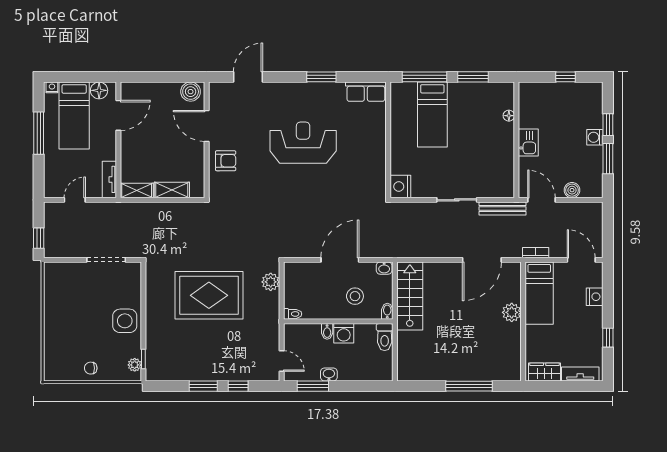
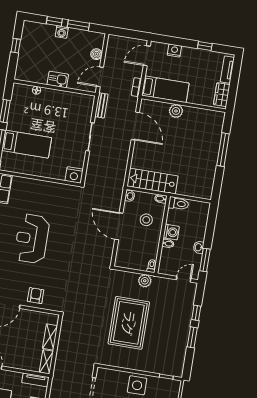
bench: (503, 208) -> (101, 105), width x0.73
plant: (271, 282) -> (145, 281), moved
plant: (135, 365) -> (169, 383), removed

